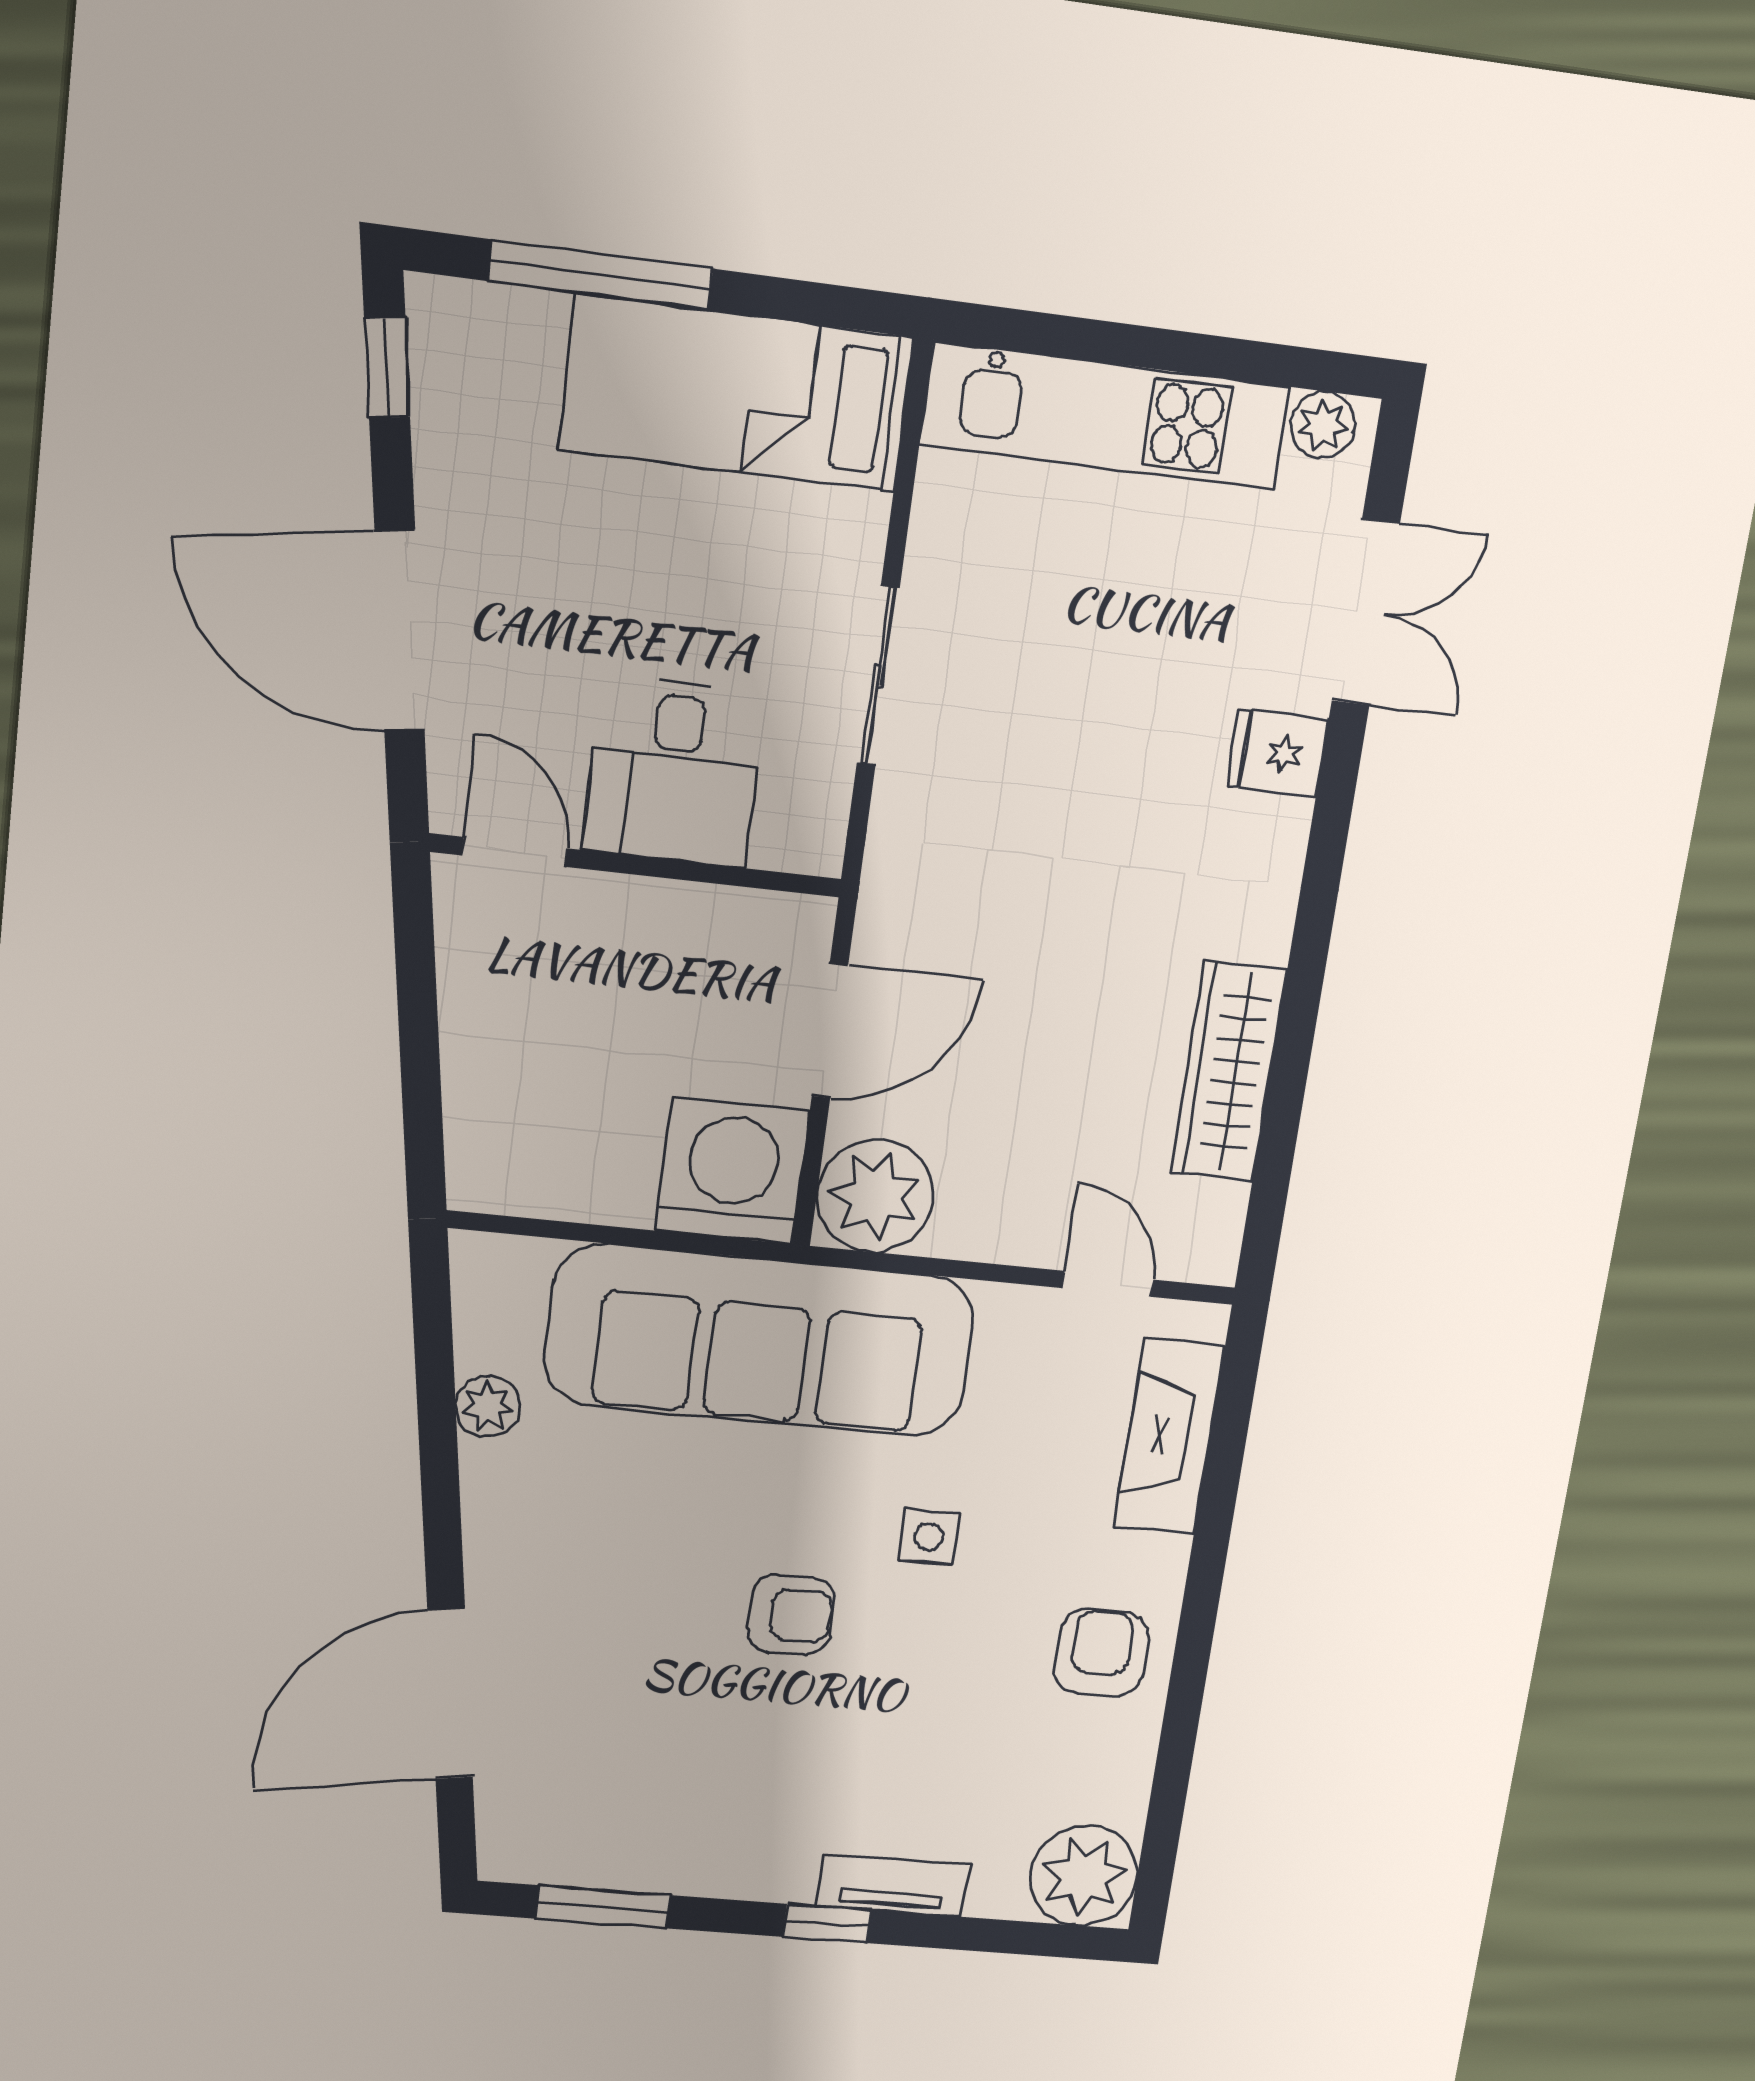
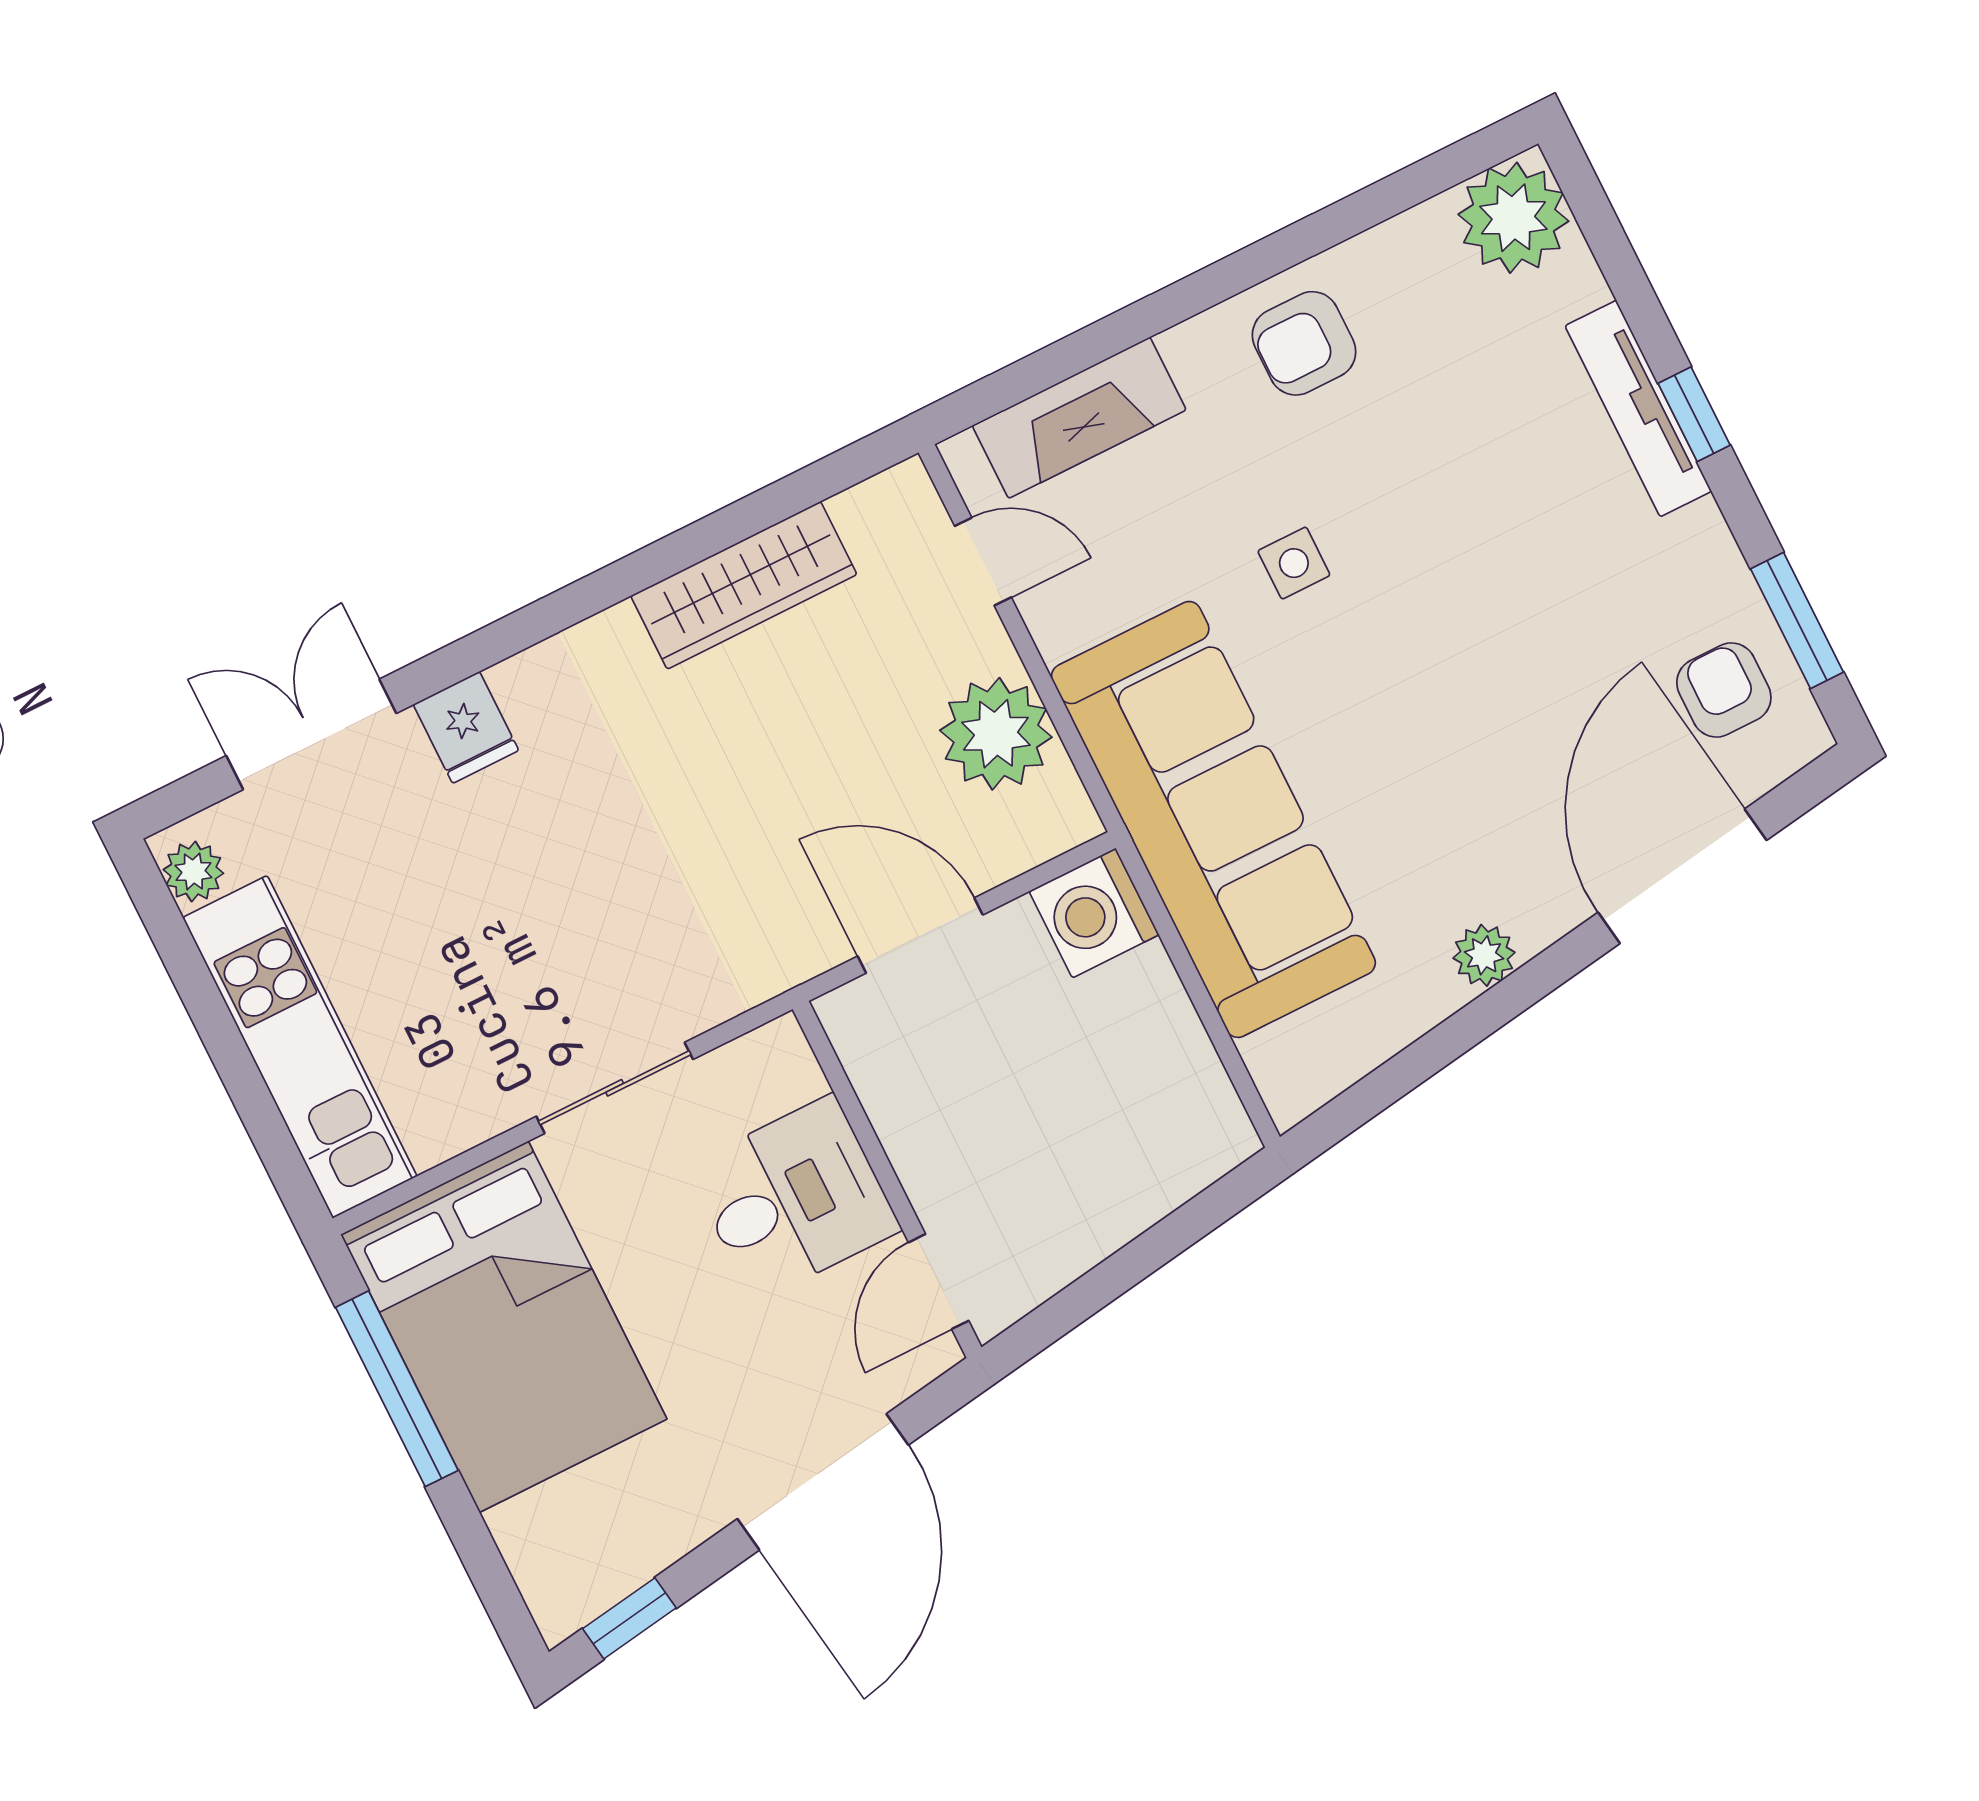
window: (600, 275) -> (397, 1389), moved
bed: (737, 393) -> (504, 1327), width x1.50
washing machine: (732, 1171) -> (1094, 913), width x0.73, depth x0.73
plant: (875, 1196) -> (996, 734), moved
door: (1108, 1284) -> (983, 562), swing flipped
plant: (488, 1407) -> (1484, 955), moved
armchair: (791, 1615) -> (1724, 690), moved
door: (450, 1694) -> (1682, 876), swing flipped
tv unit: (892, 1885) -> (1638, 409), width x1.41

